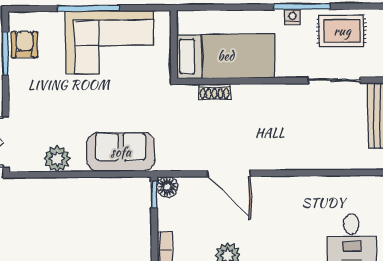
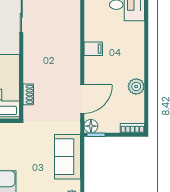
door: (229, 173) -> (82, 99), moved
filing cabinet: (284, 190) -> (93, 49), added

